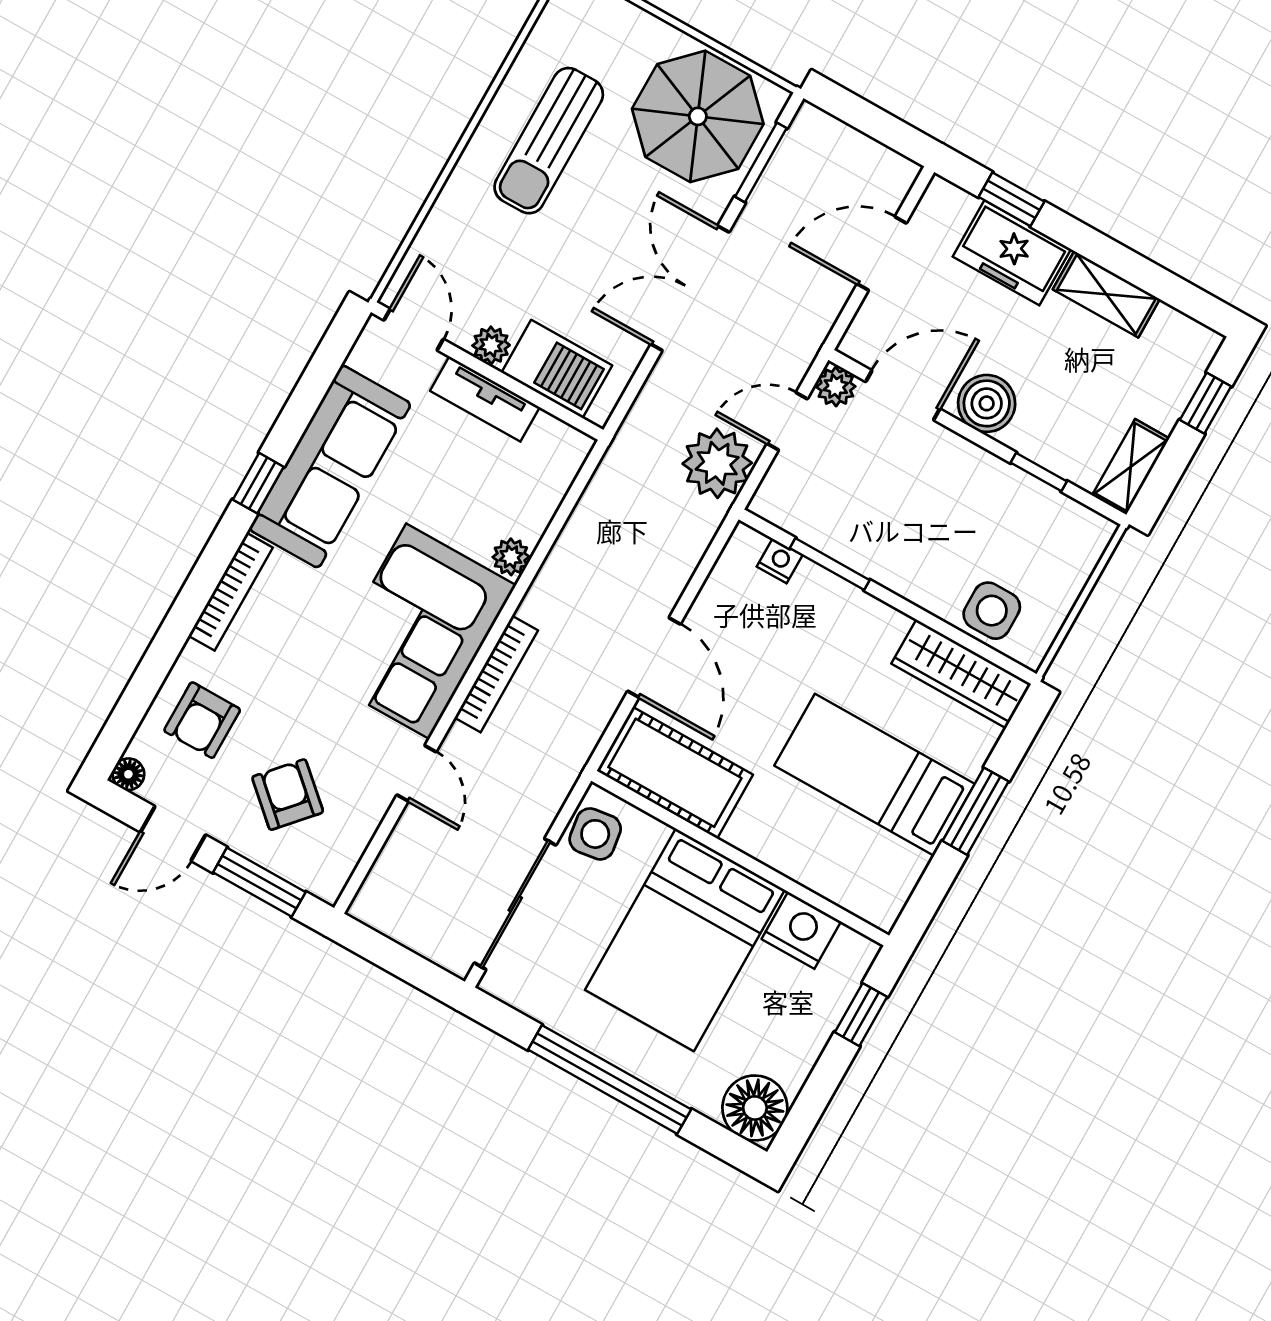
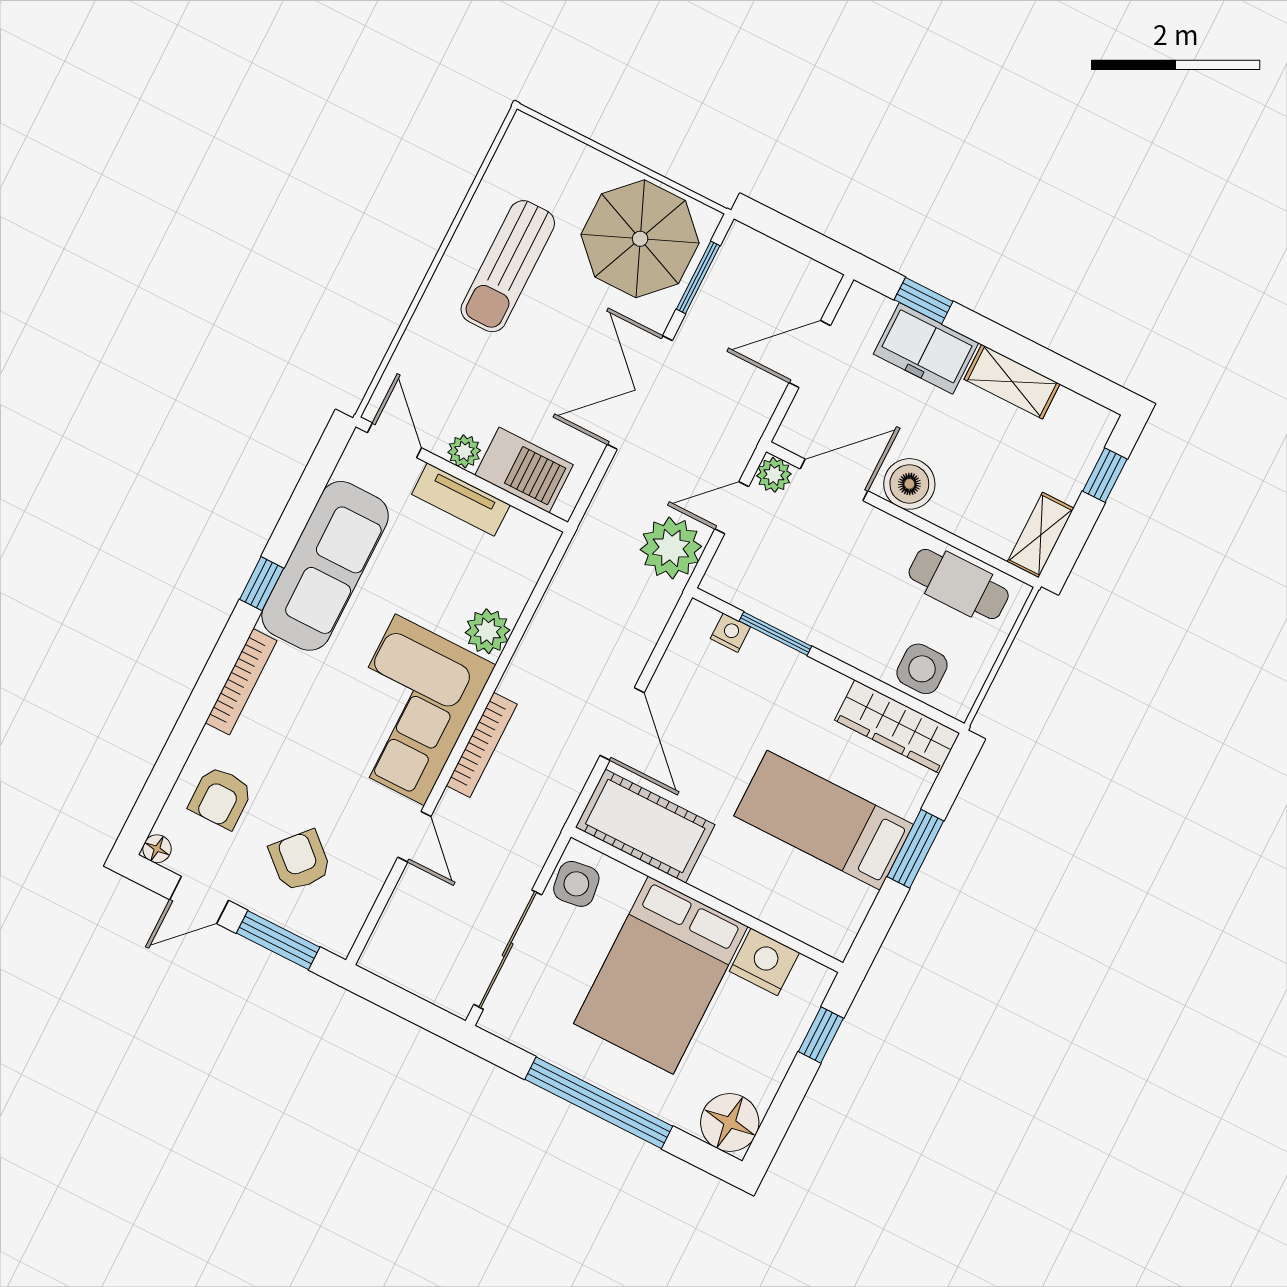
window: (1039, 472) -> (959, 543), removed
cafe table: (1037, 518) -> (959, 584), added
plant: (511, 557) -> (488, 631), width x1.38, depth x1.38

